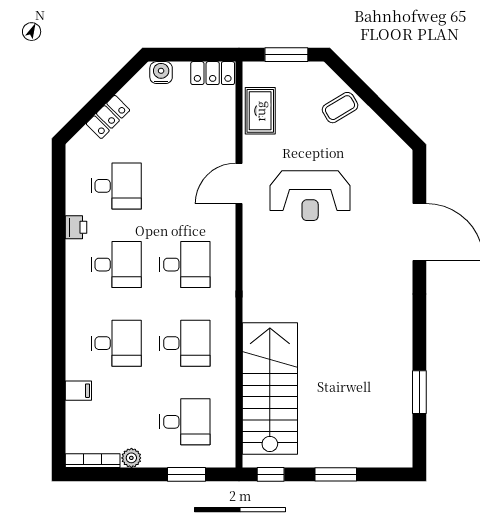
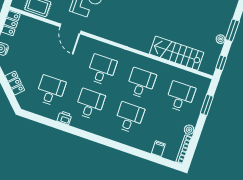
stairs: (270, 389) -> (177, 53), width x0.73, depth x0.66
filing cabinet: (78, 391) -> (158, 149), moved
plant: (313, 459) -> (221, 39), added

